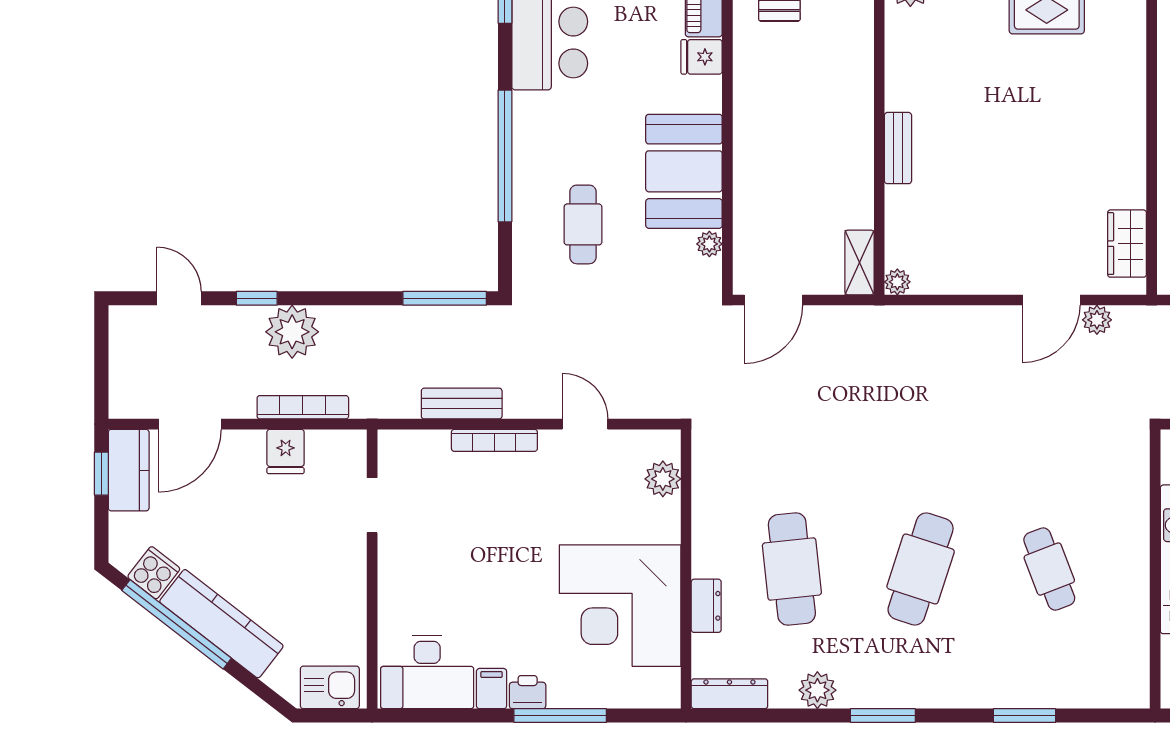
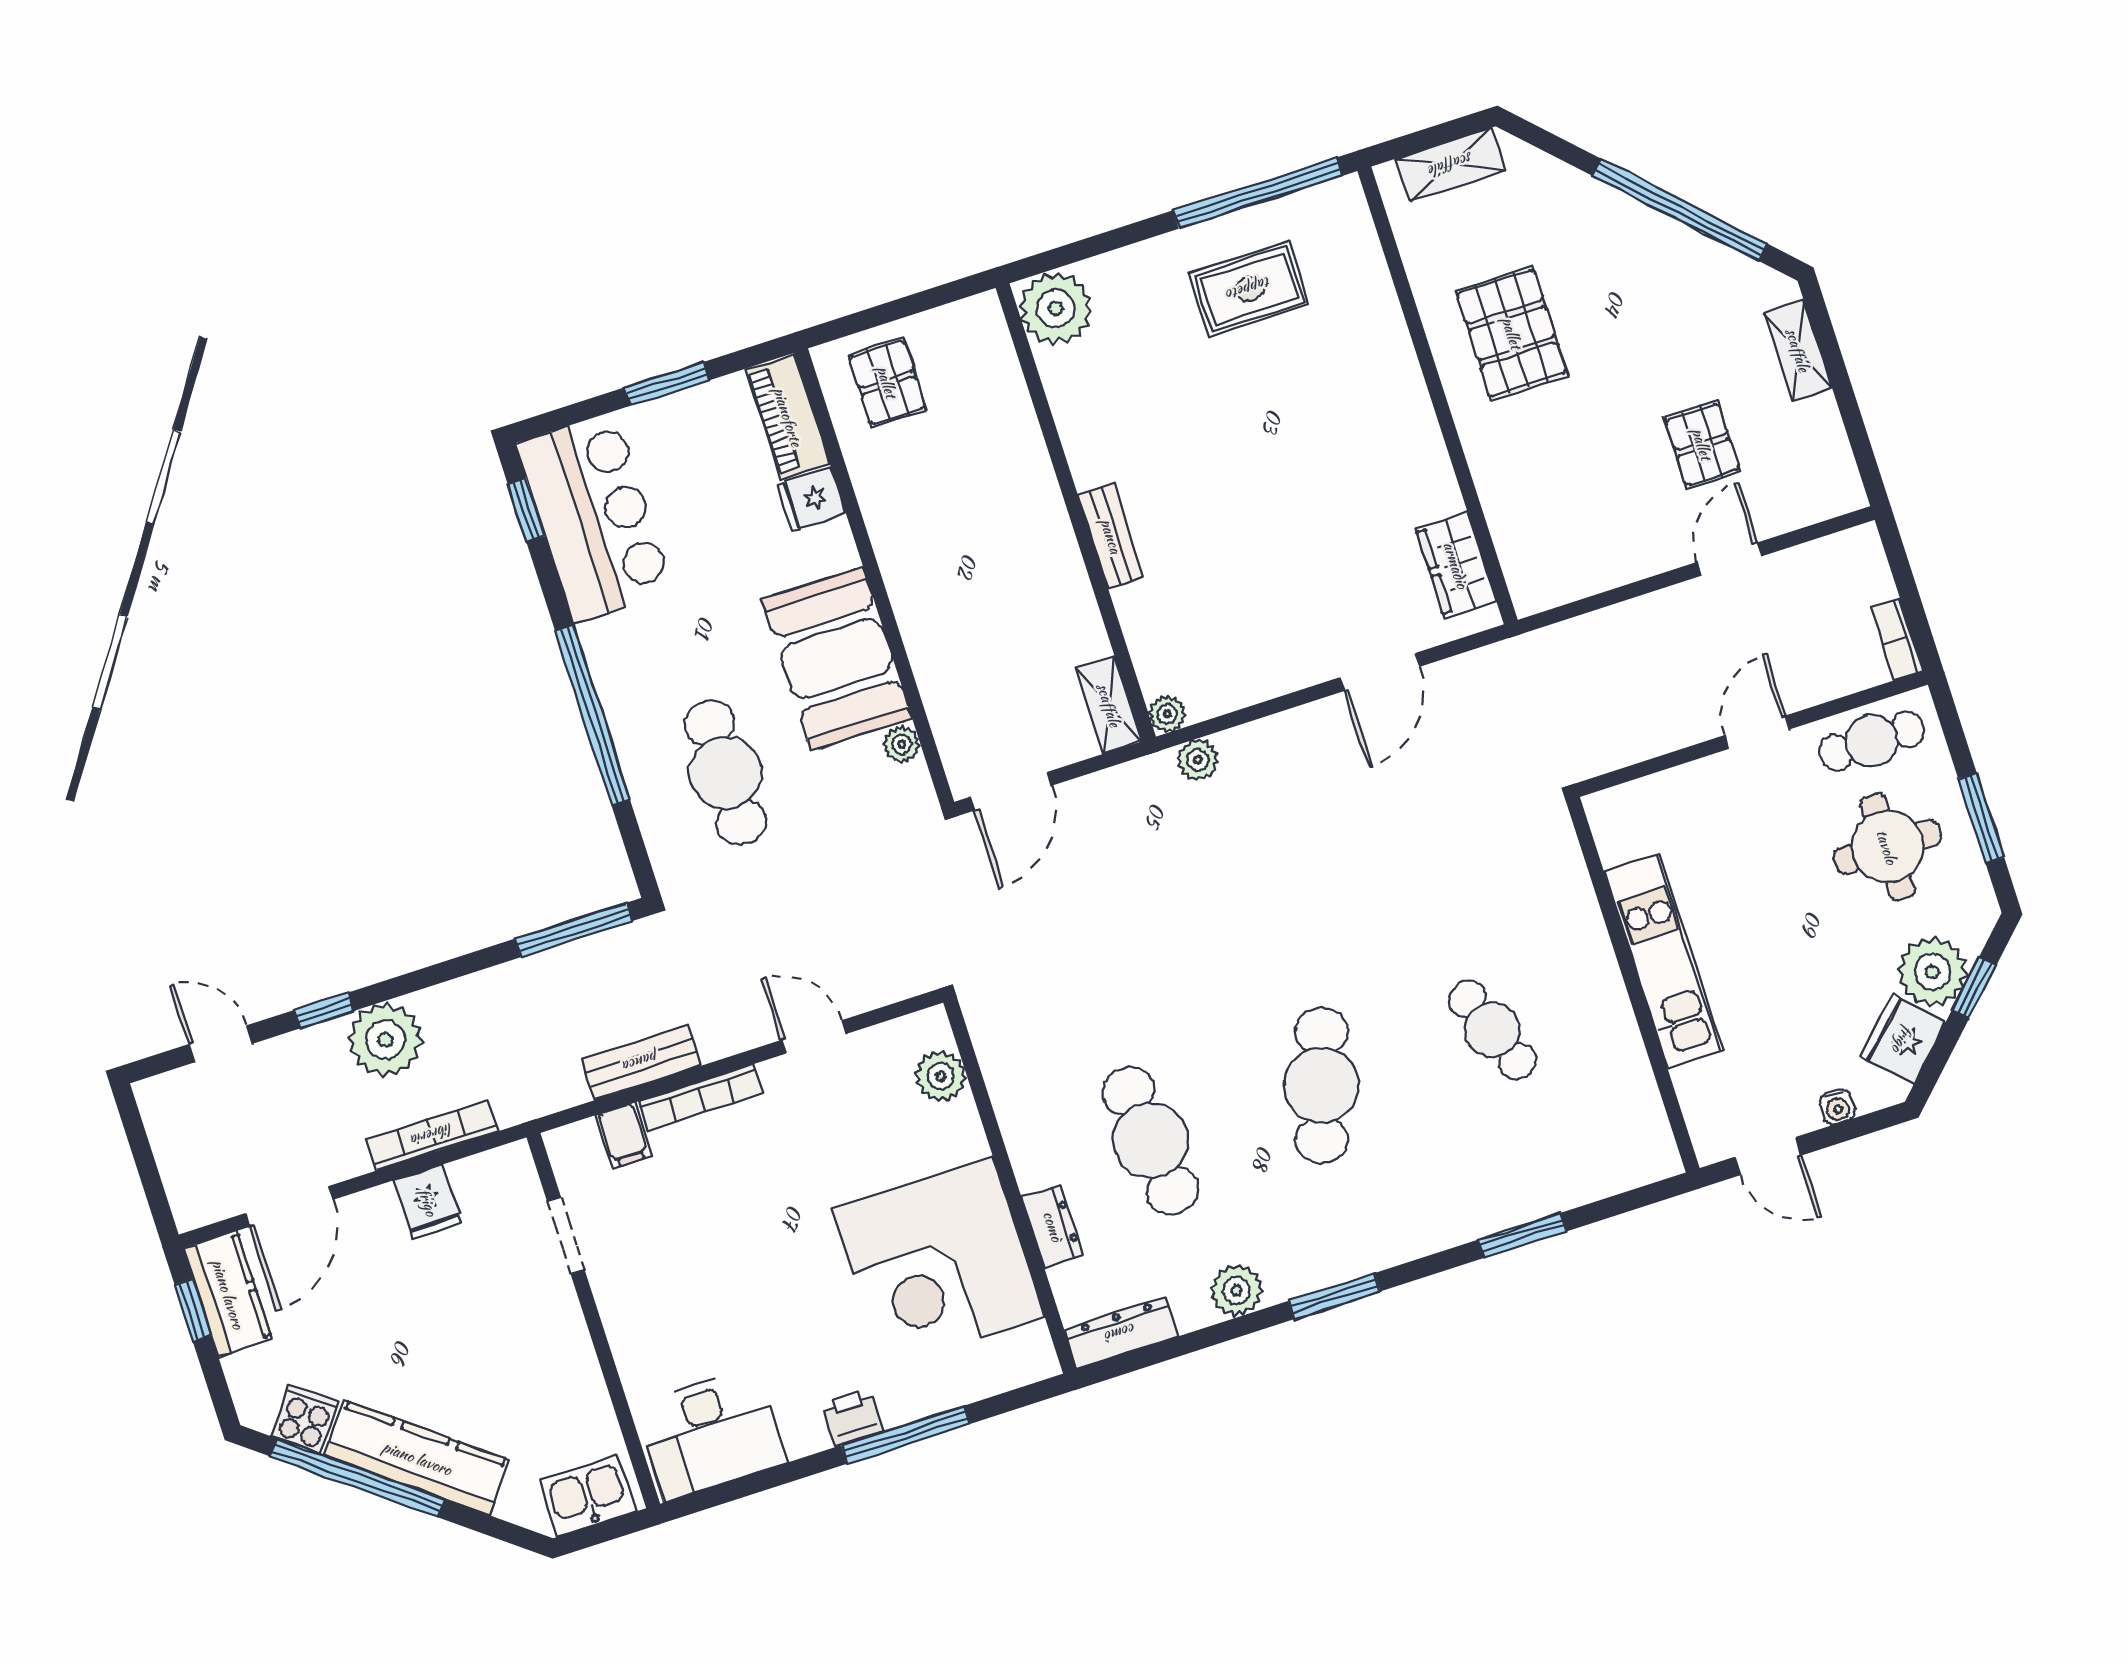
cafe table: (583, 224) -> (725, 773), width x1.37, depth x1.35
plant: (1097, 320) -> (1198, 760), moved
filing cabinet: (492, 689) -> (624, 1135), moved, turned 180

